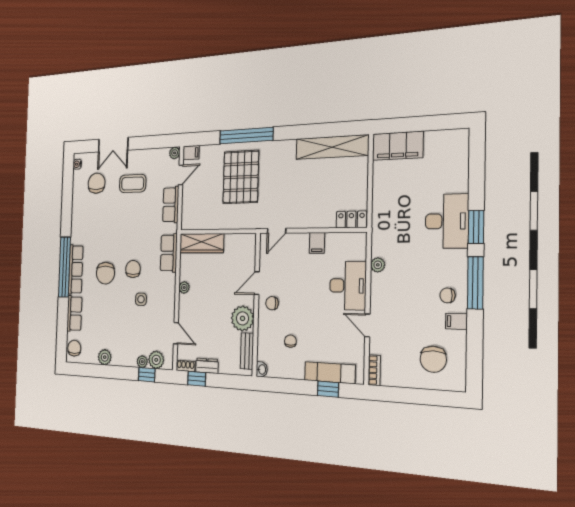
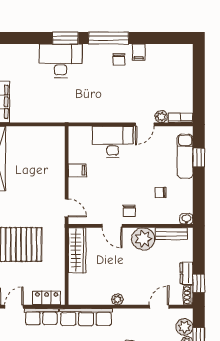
door: (181, 175) -> (14, 307), hinge flipped
locker: (351, 219) -> (47, 298), moved, turned 90
wardrobe: (202, 243) -> (77, 250), moved
row of seats: (169, 253) -> (86, 317), width x1.48
plant: (378, 265) -> (161, 117), moved
chair: (433, 359) -> (169, 70), removed

